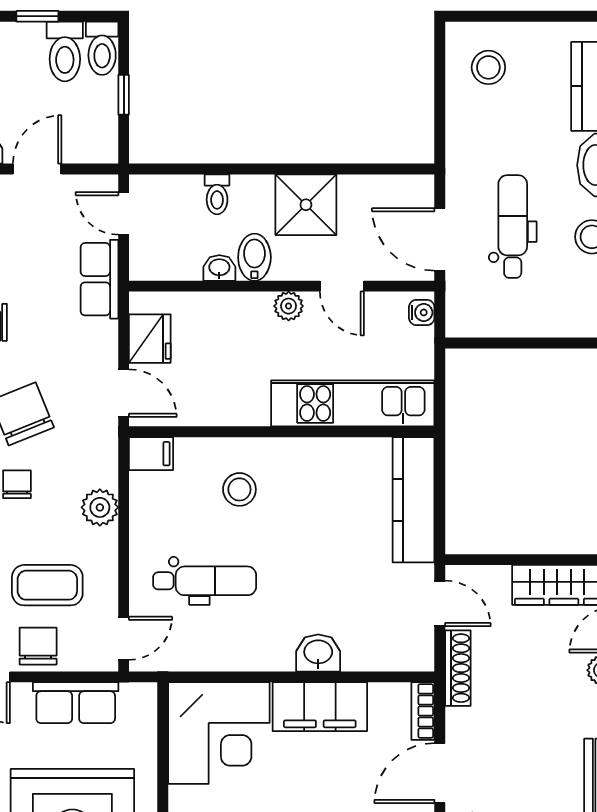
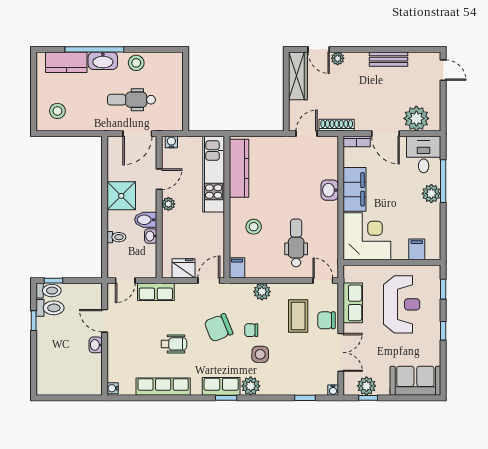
window: (124, 95) -> (54, 281), moved
kitchen counter: (414, 500) -> (239, 168), moved, turned -90

